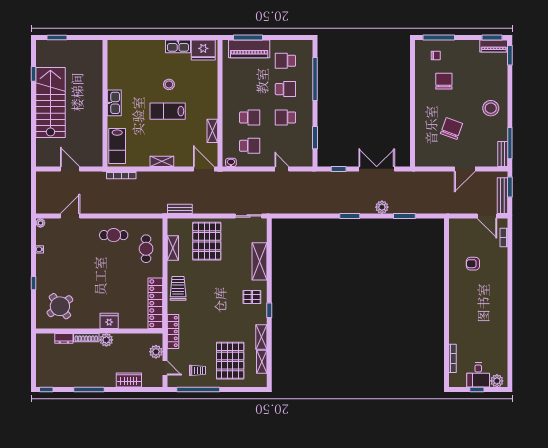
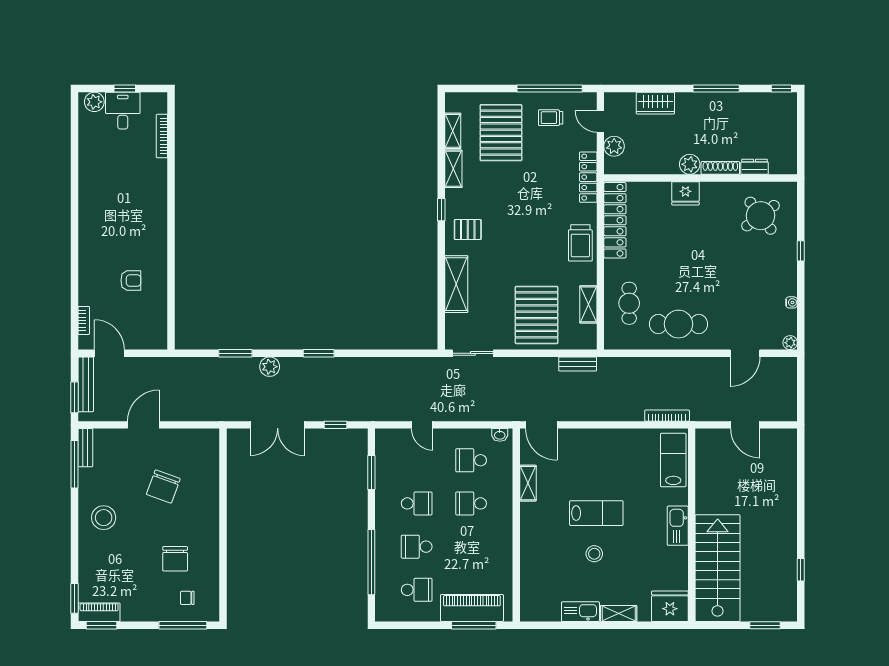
fridge: (203, 50) -> (670, 606), moved
stairs: (50, 102) -> (718, 568), moved, turned 180
shelving: (162, 161) -> (619, 614), moved
cafe table: (114, 235) -> (678, 324), width x1.37, depth x1.35

